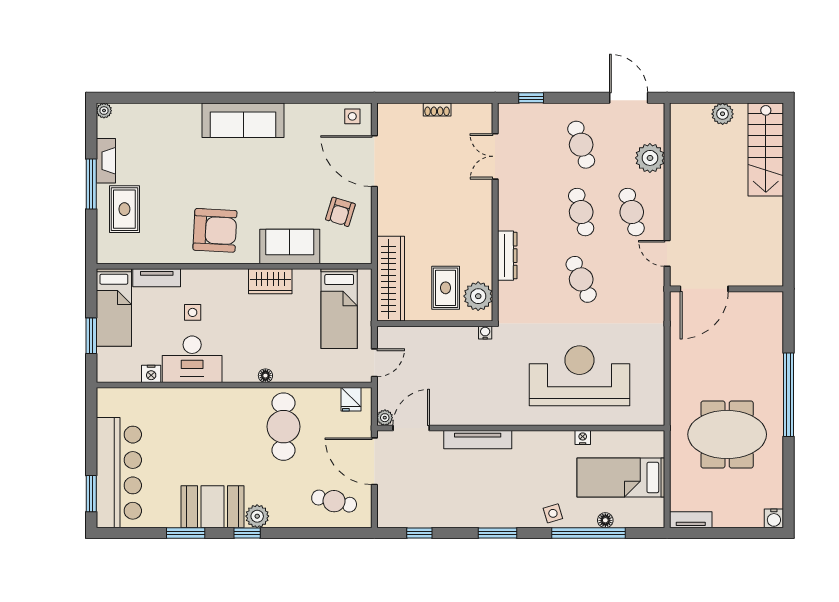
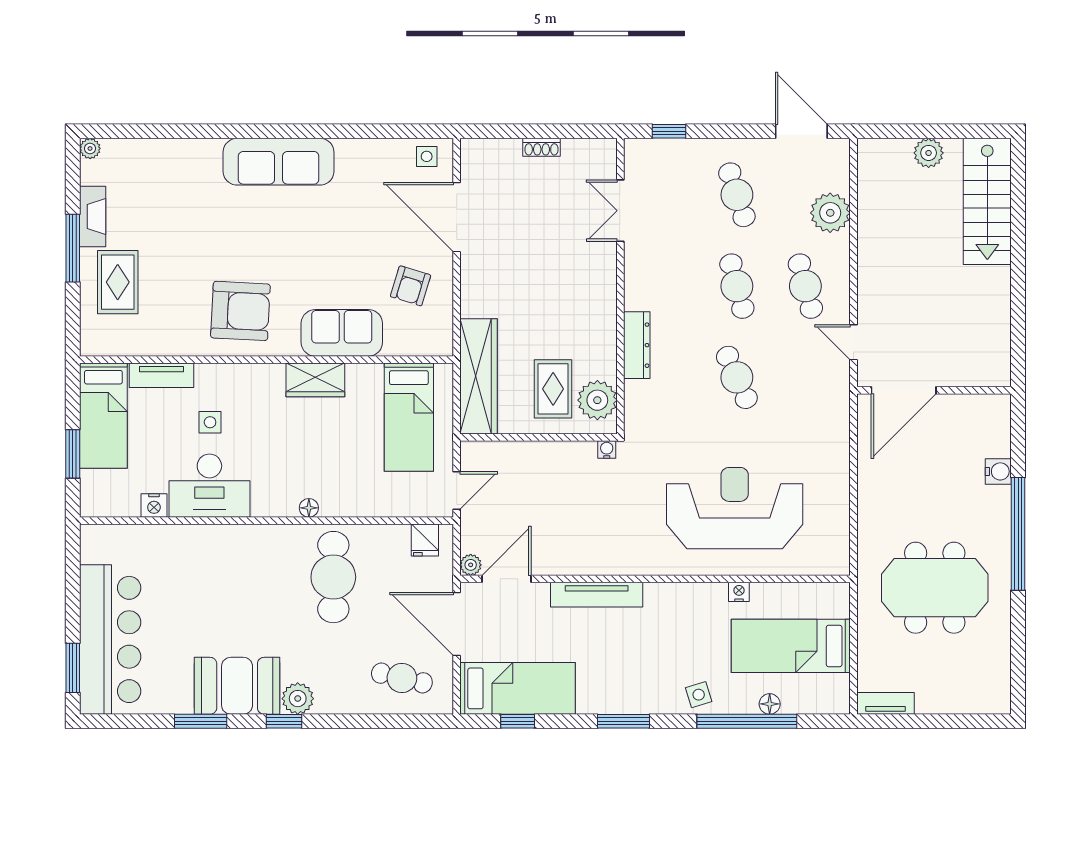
bed: (419, 509) -> (518, 688), added
water cooler: (774, 518) -> (998, 471), moved, turned -90

